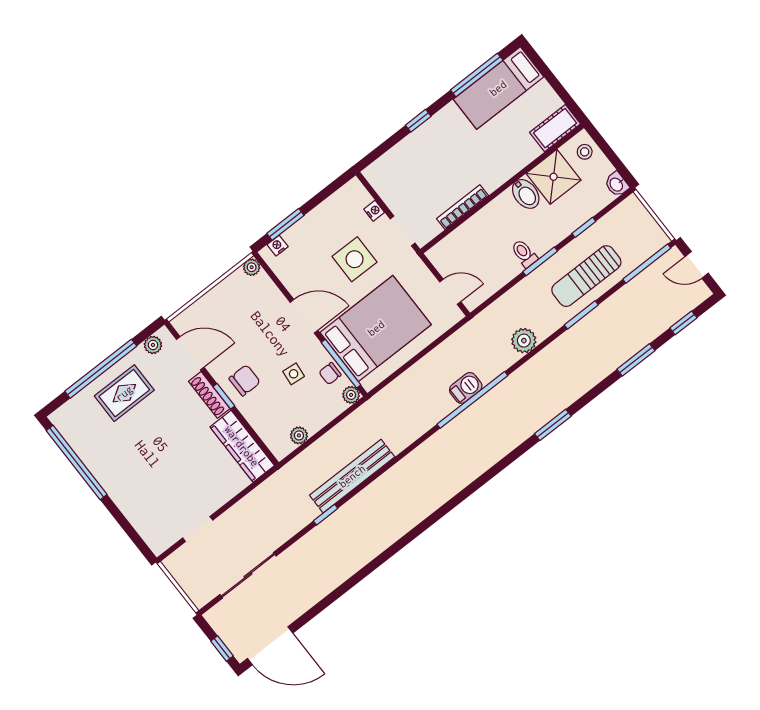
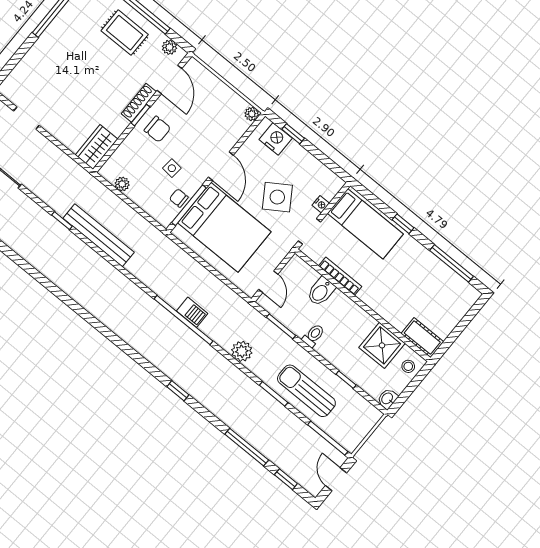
bed: (498, 88) -> (365, 224), moved, turned 180
bidet: (526, 194) -> (321, 291), moved
window: (285, 224) -> (293, 134), width x0.67
nightstand: (278, 246) -> (276, 139), width x1.89, depth x1.79
side table: (355, 259) -> (277, 197), turned -33
window: (540, 261) -> (281, 326), moved
window: (636, 360) -> (247, 447), width x1.44
plant: (351, 395) -> (165, 219), removed
window: (553, 425) -> (178, 391), width x0.67
wardrobe: (242, 446) -> (97, 147), width x0.67

